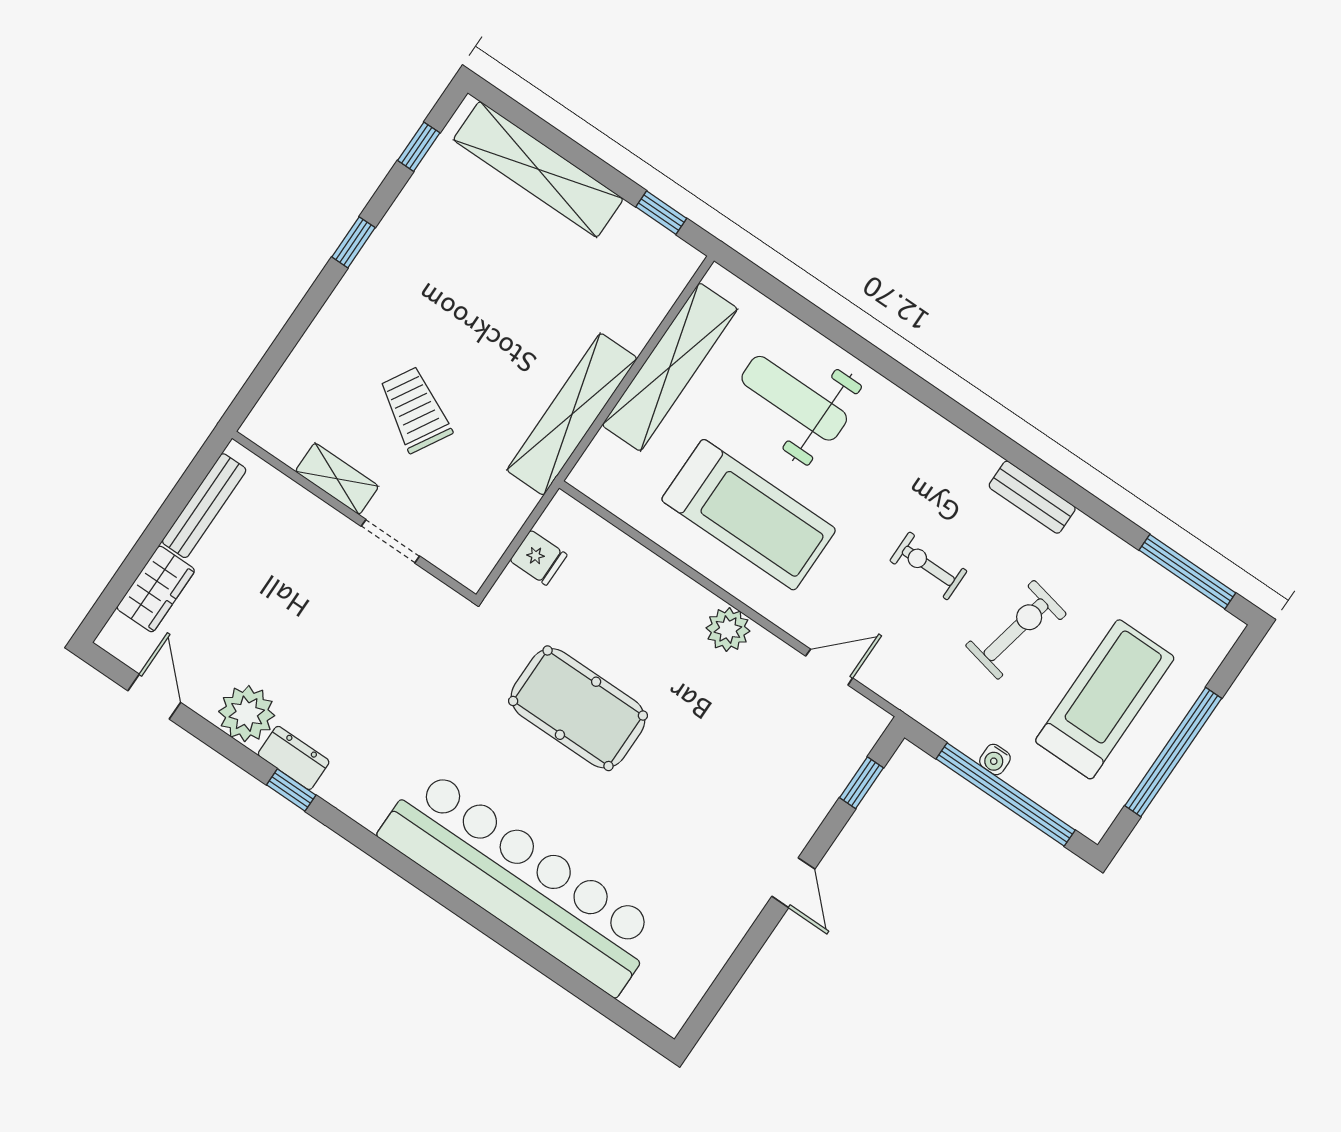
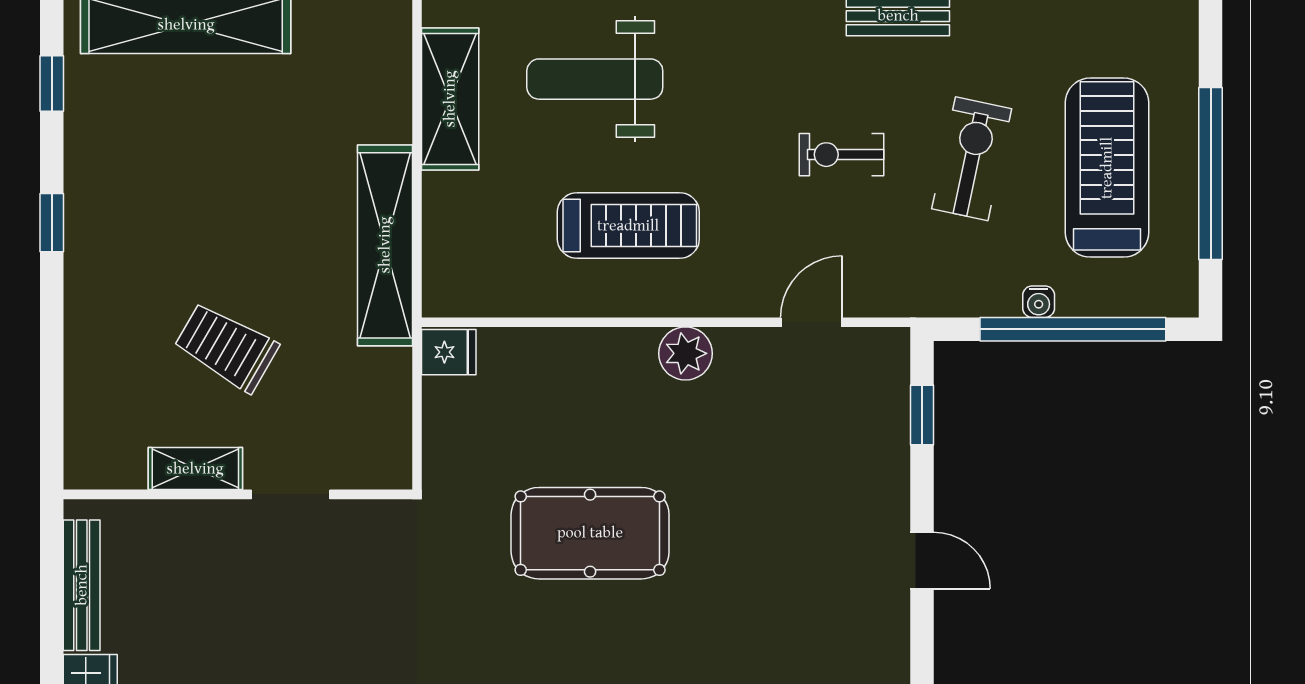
shelving: (670, 367) -> (450, 99), width x0.68
treadmill: (749, 515) -> (628, 226), width x0.73, depth x0.73
fridge: (538, 558) -> (449, 352), moved

